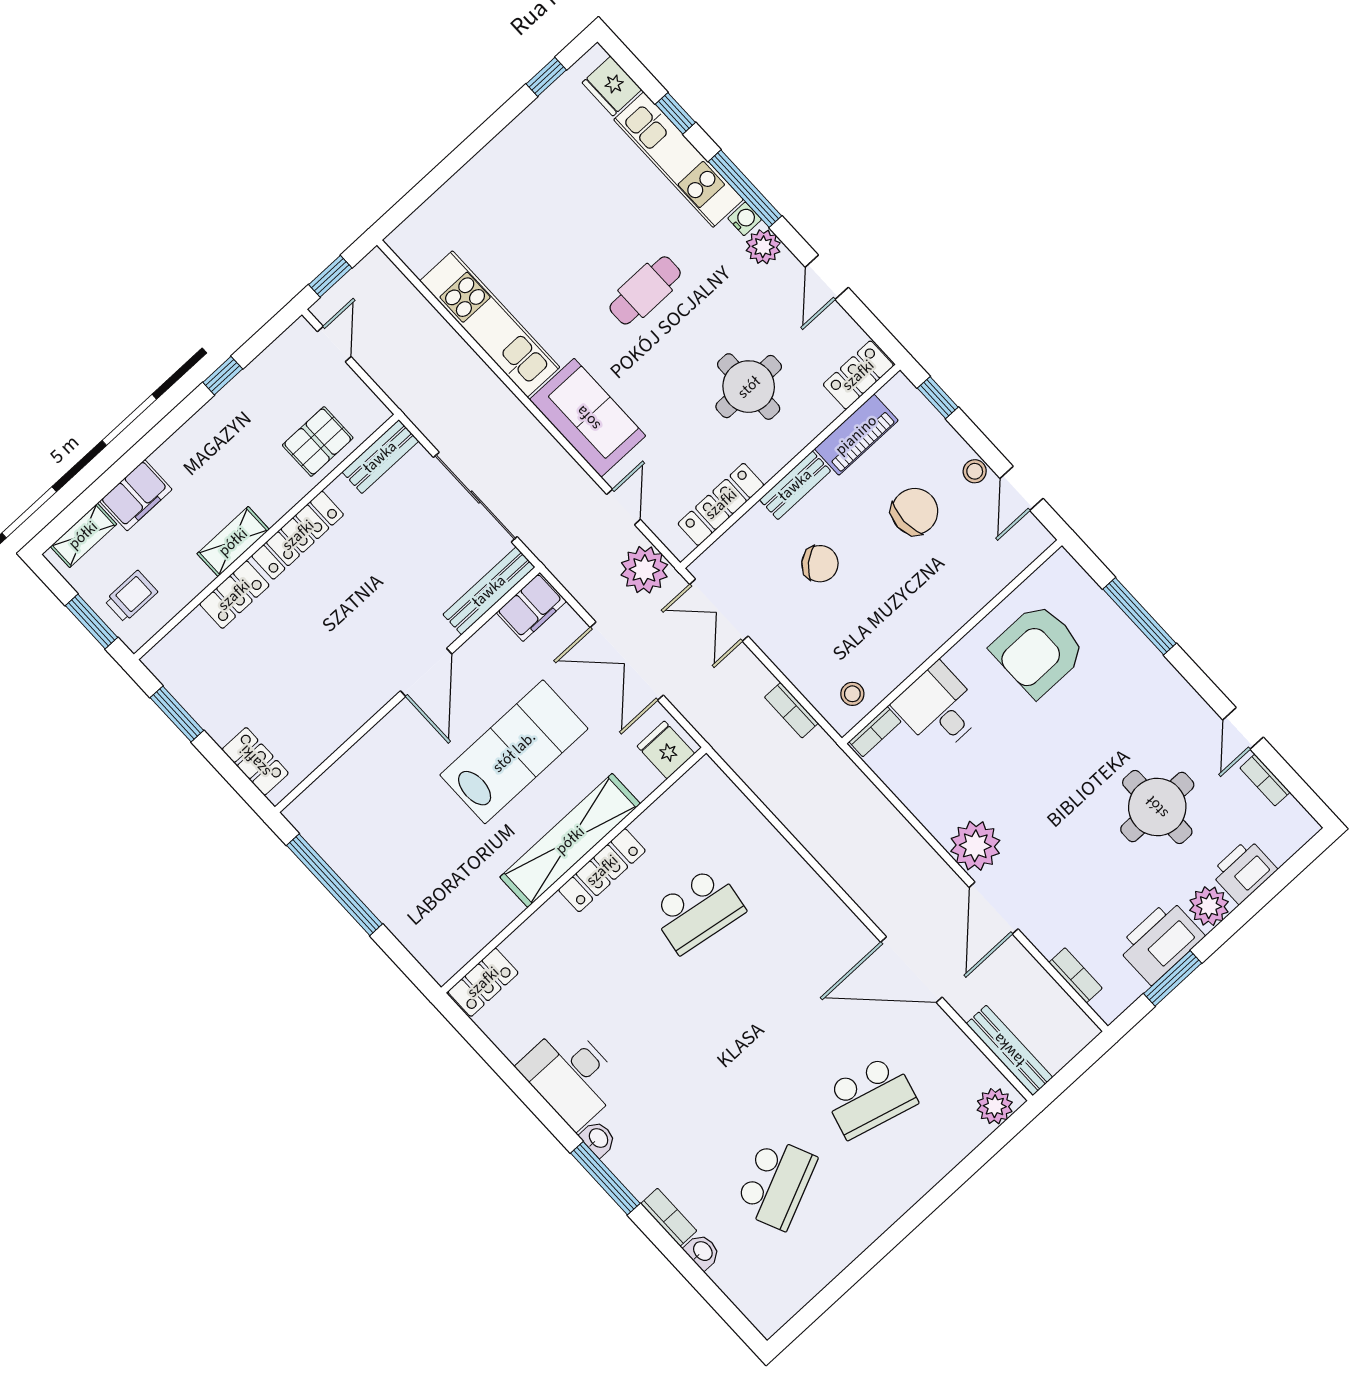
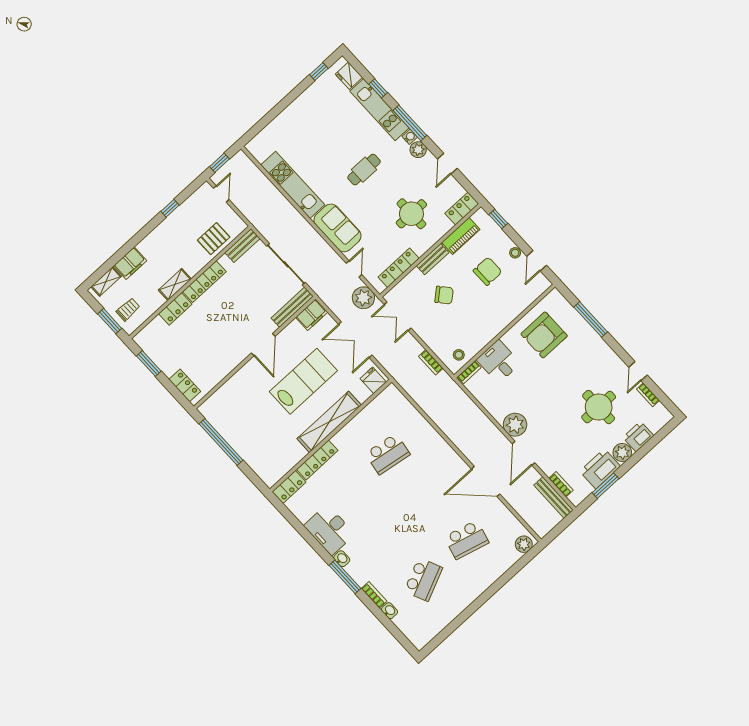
locker: (602, 870) -> (317, 460), moved
bench: (1009, 1050) -> (553, 498), moved

